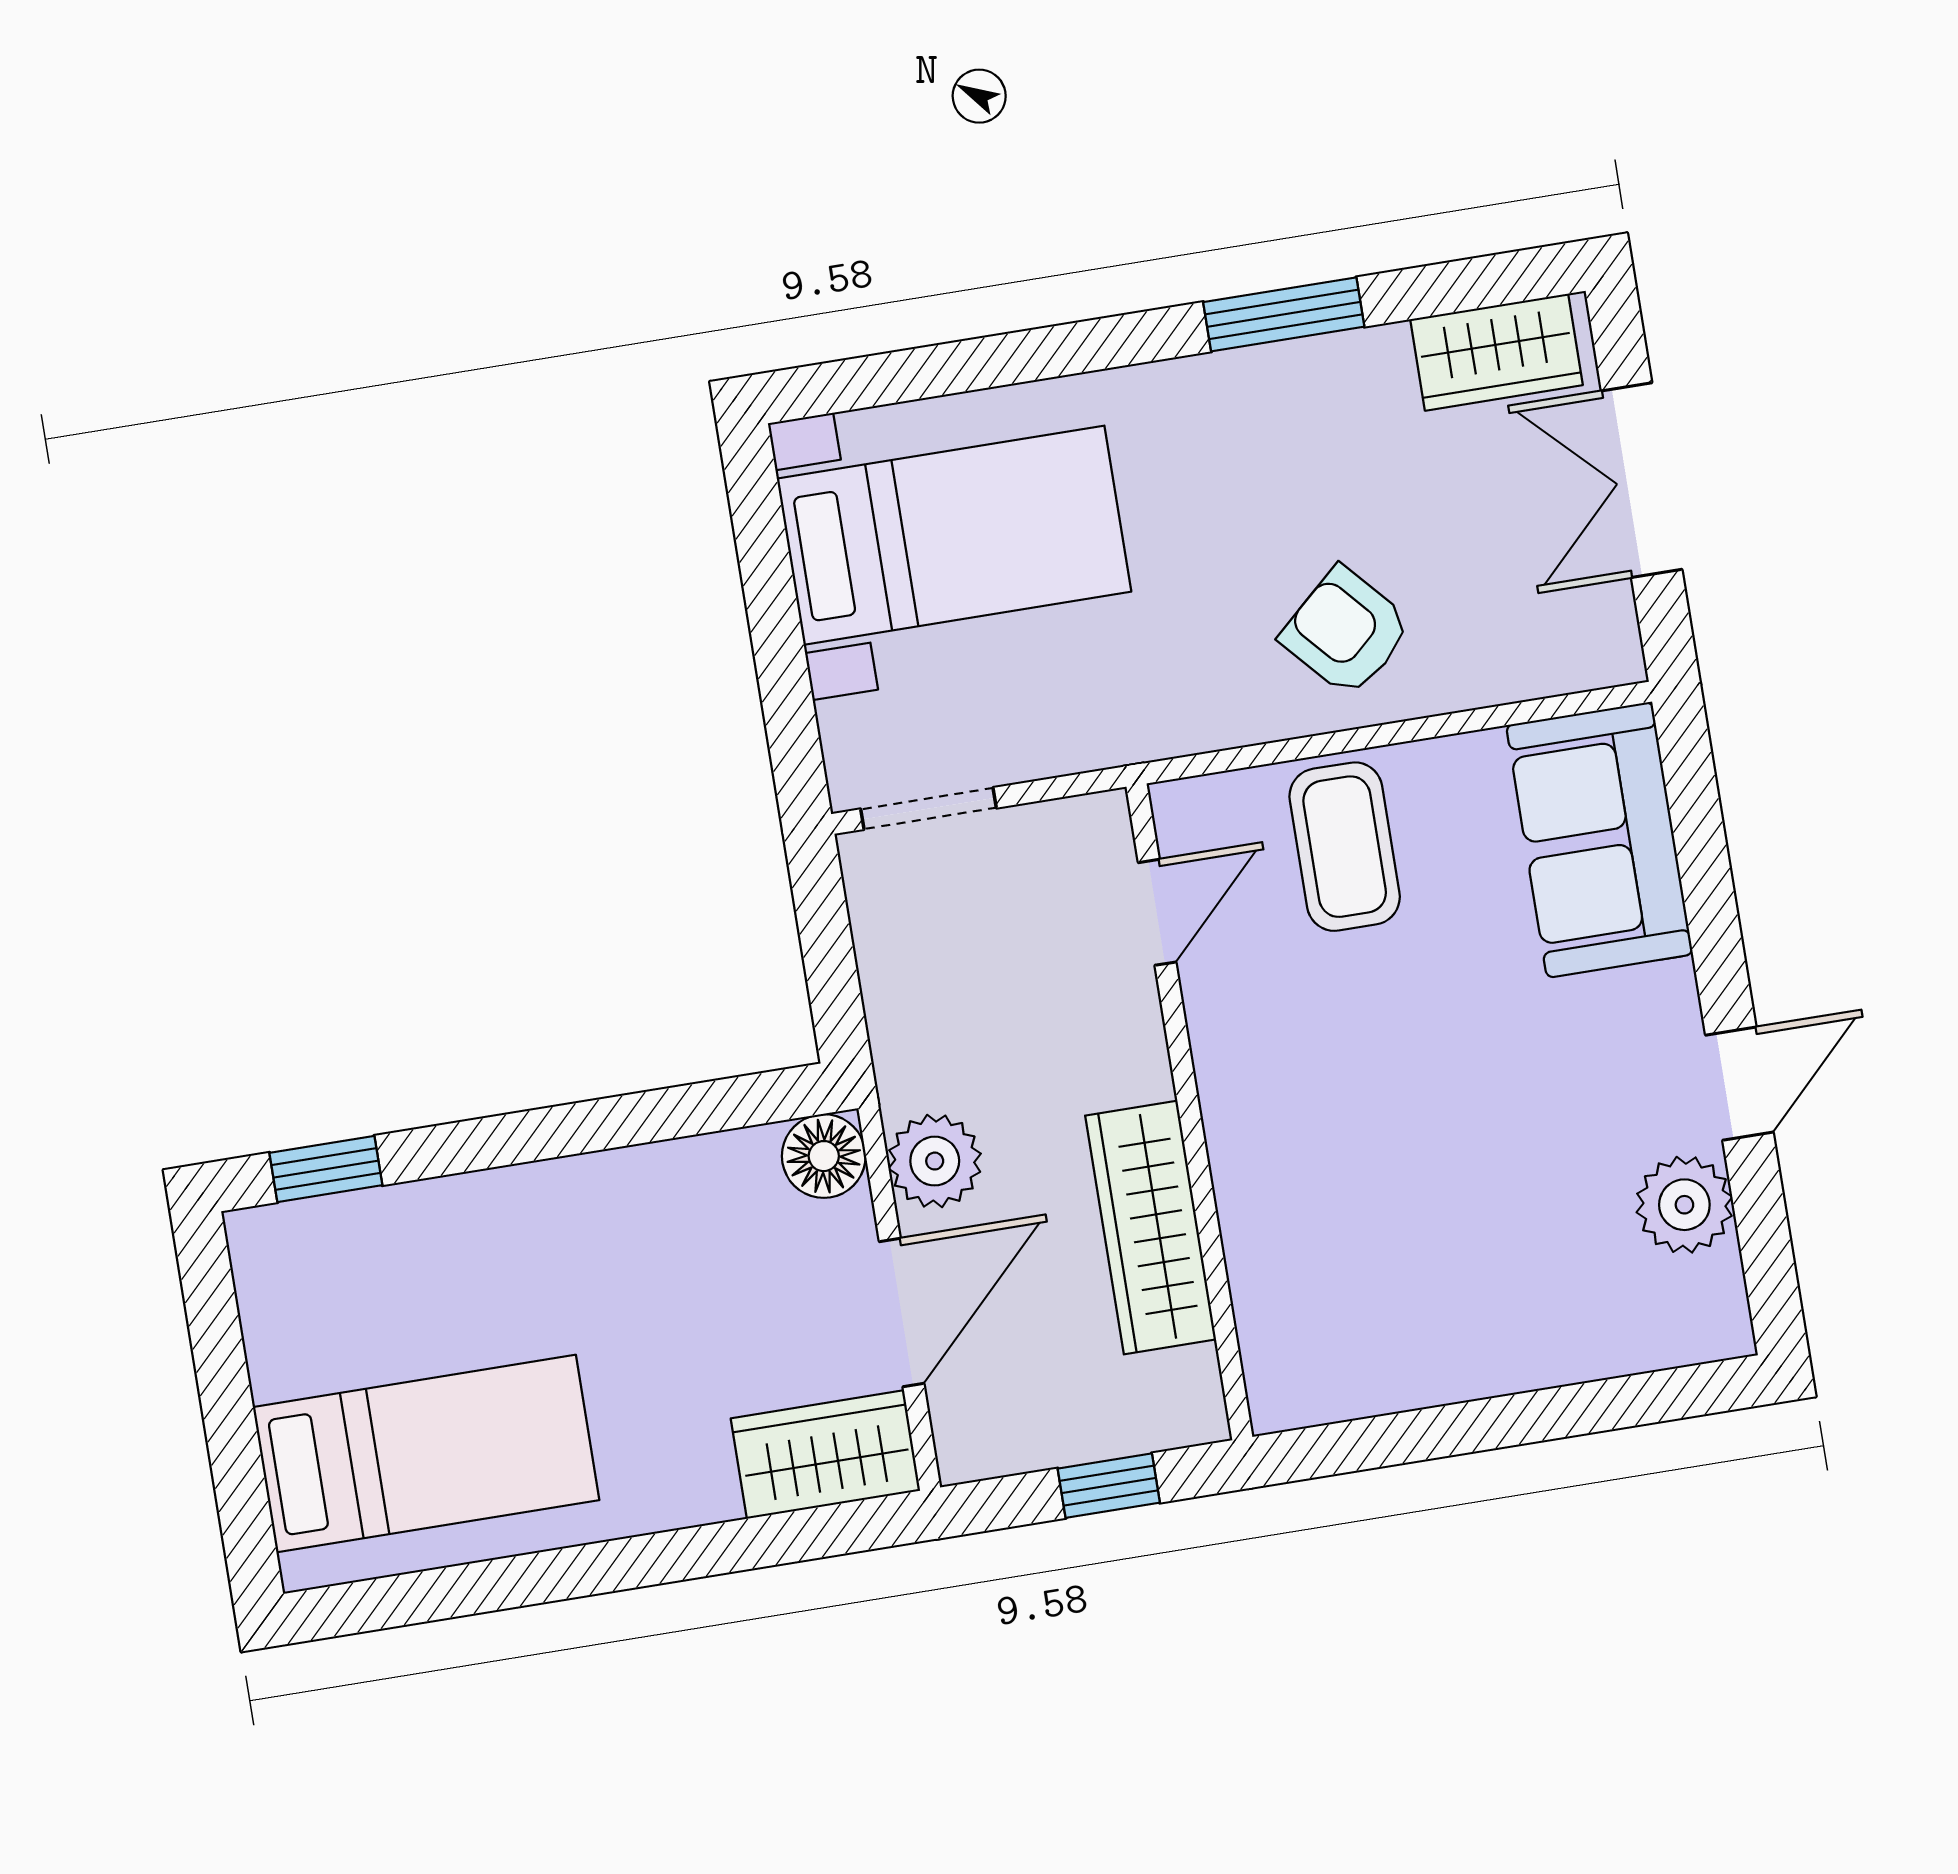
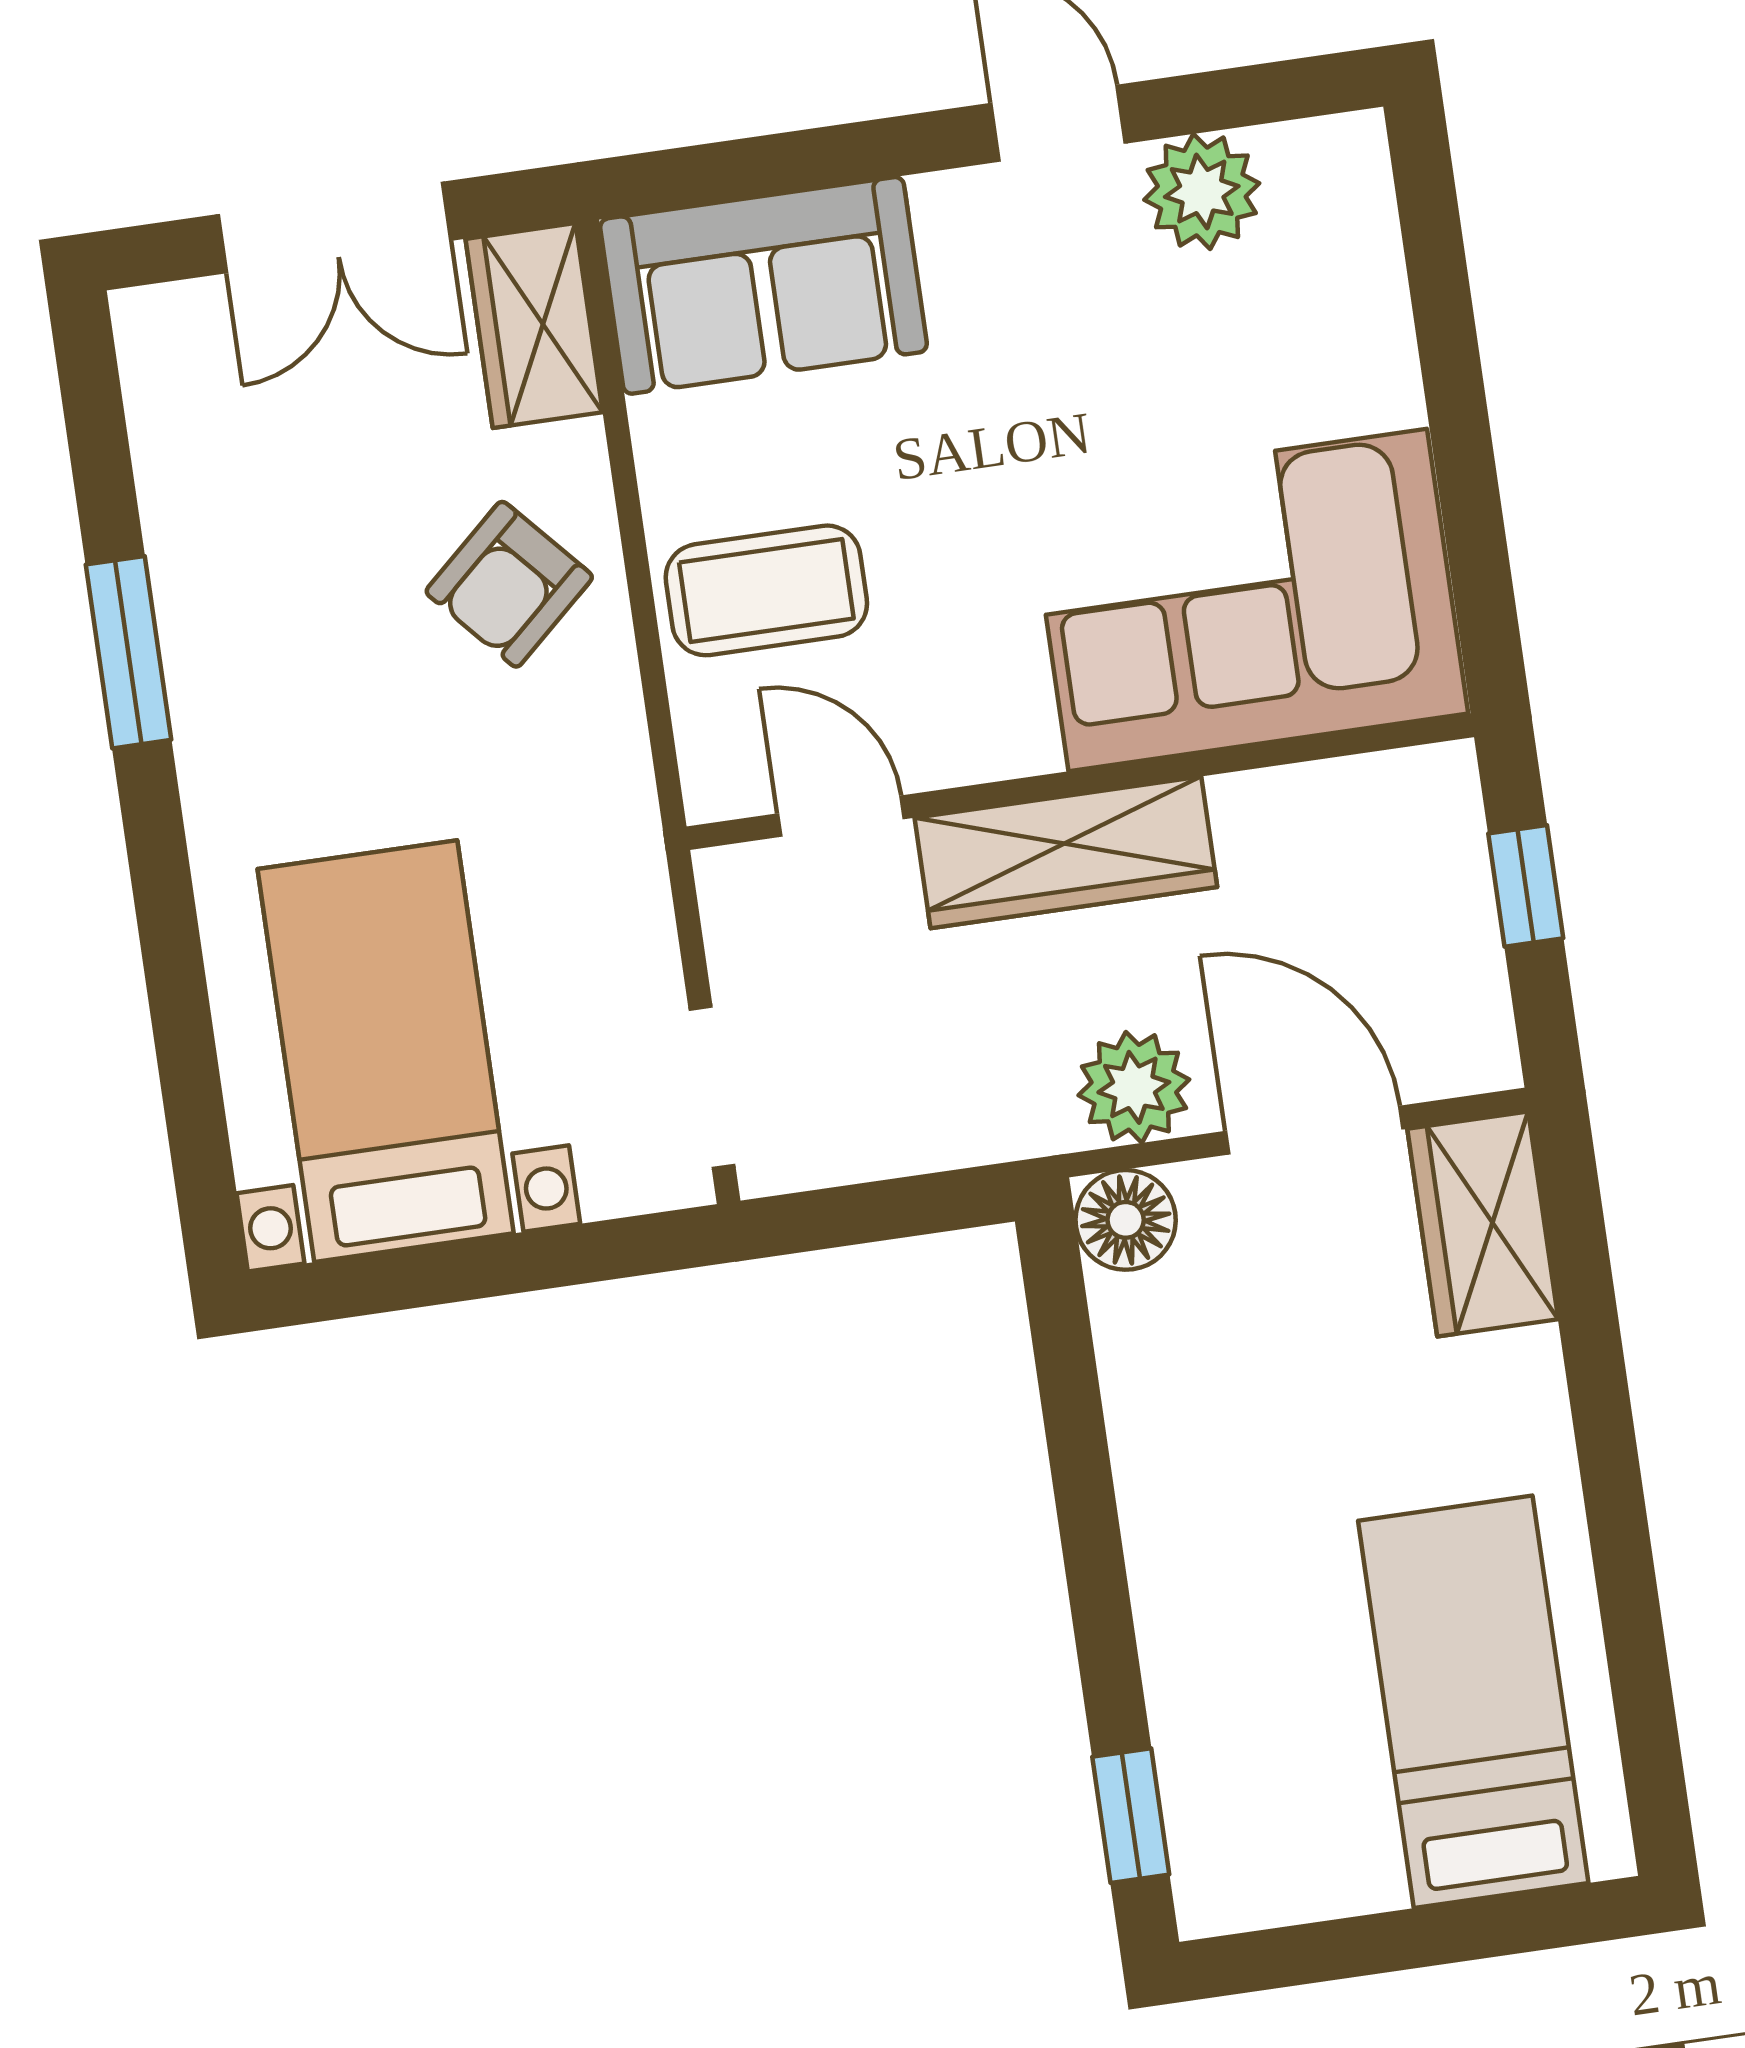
wardrobe: (1497, 352) -> (534, 326), moved, turned 180
wardrobe: (1151, 1228) -> (1066, 852), moved
corner sofa: (1344, 1249) -> (1248, 600), added

